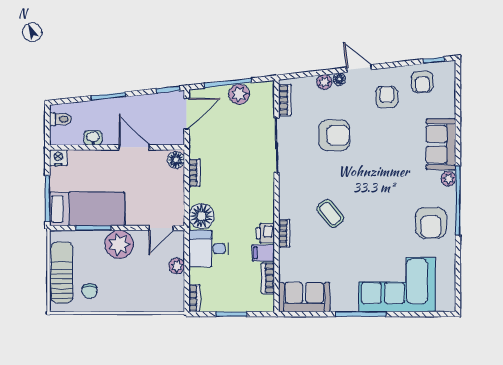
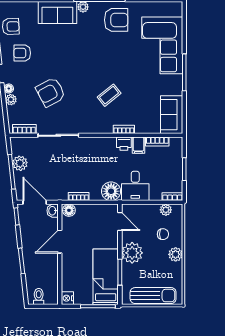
armchair: (334, 135) -> (51, 92), turned -118
washbasin: (93, 138) -> (53, 211), moved
plant: (177, 266) -> (166, 210), moved
sun lounger: (62, 272) -> (153, 296), turned 180
chair: (89, 291) -> (163, 234), moved
plant: (117, 303) -> (176, 254), added

